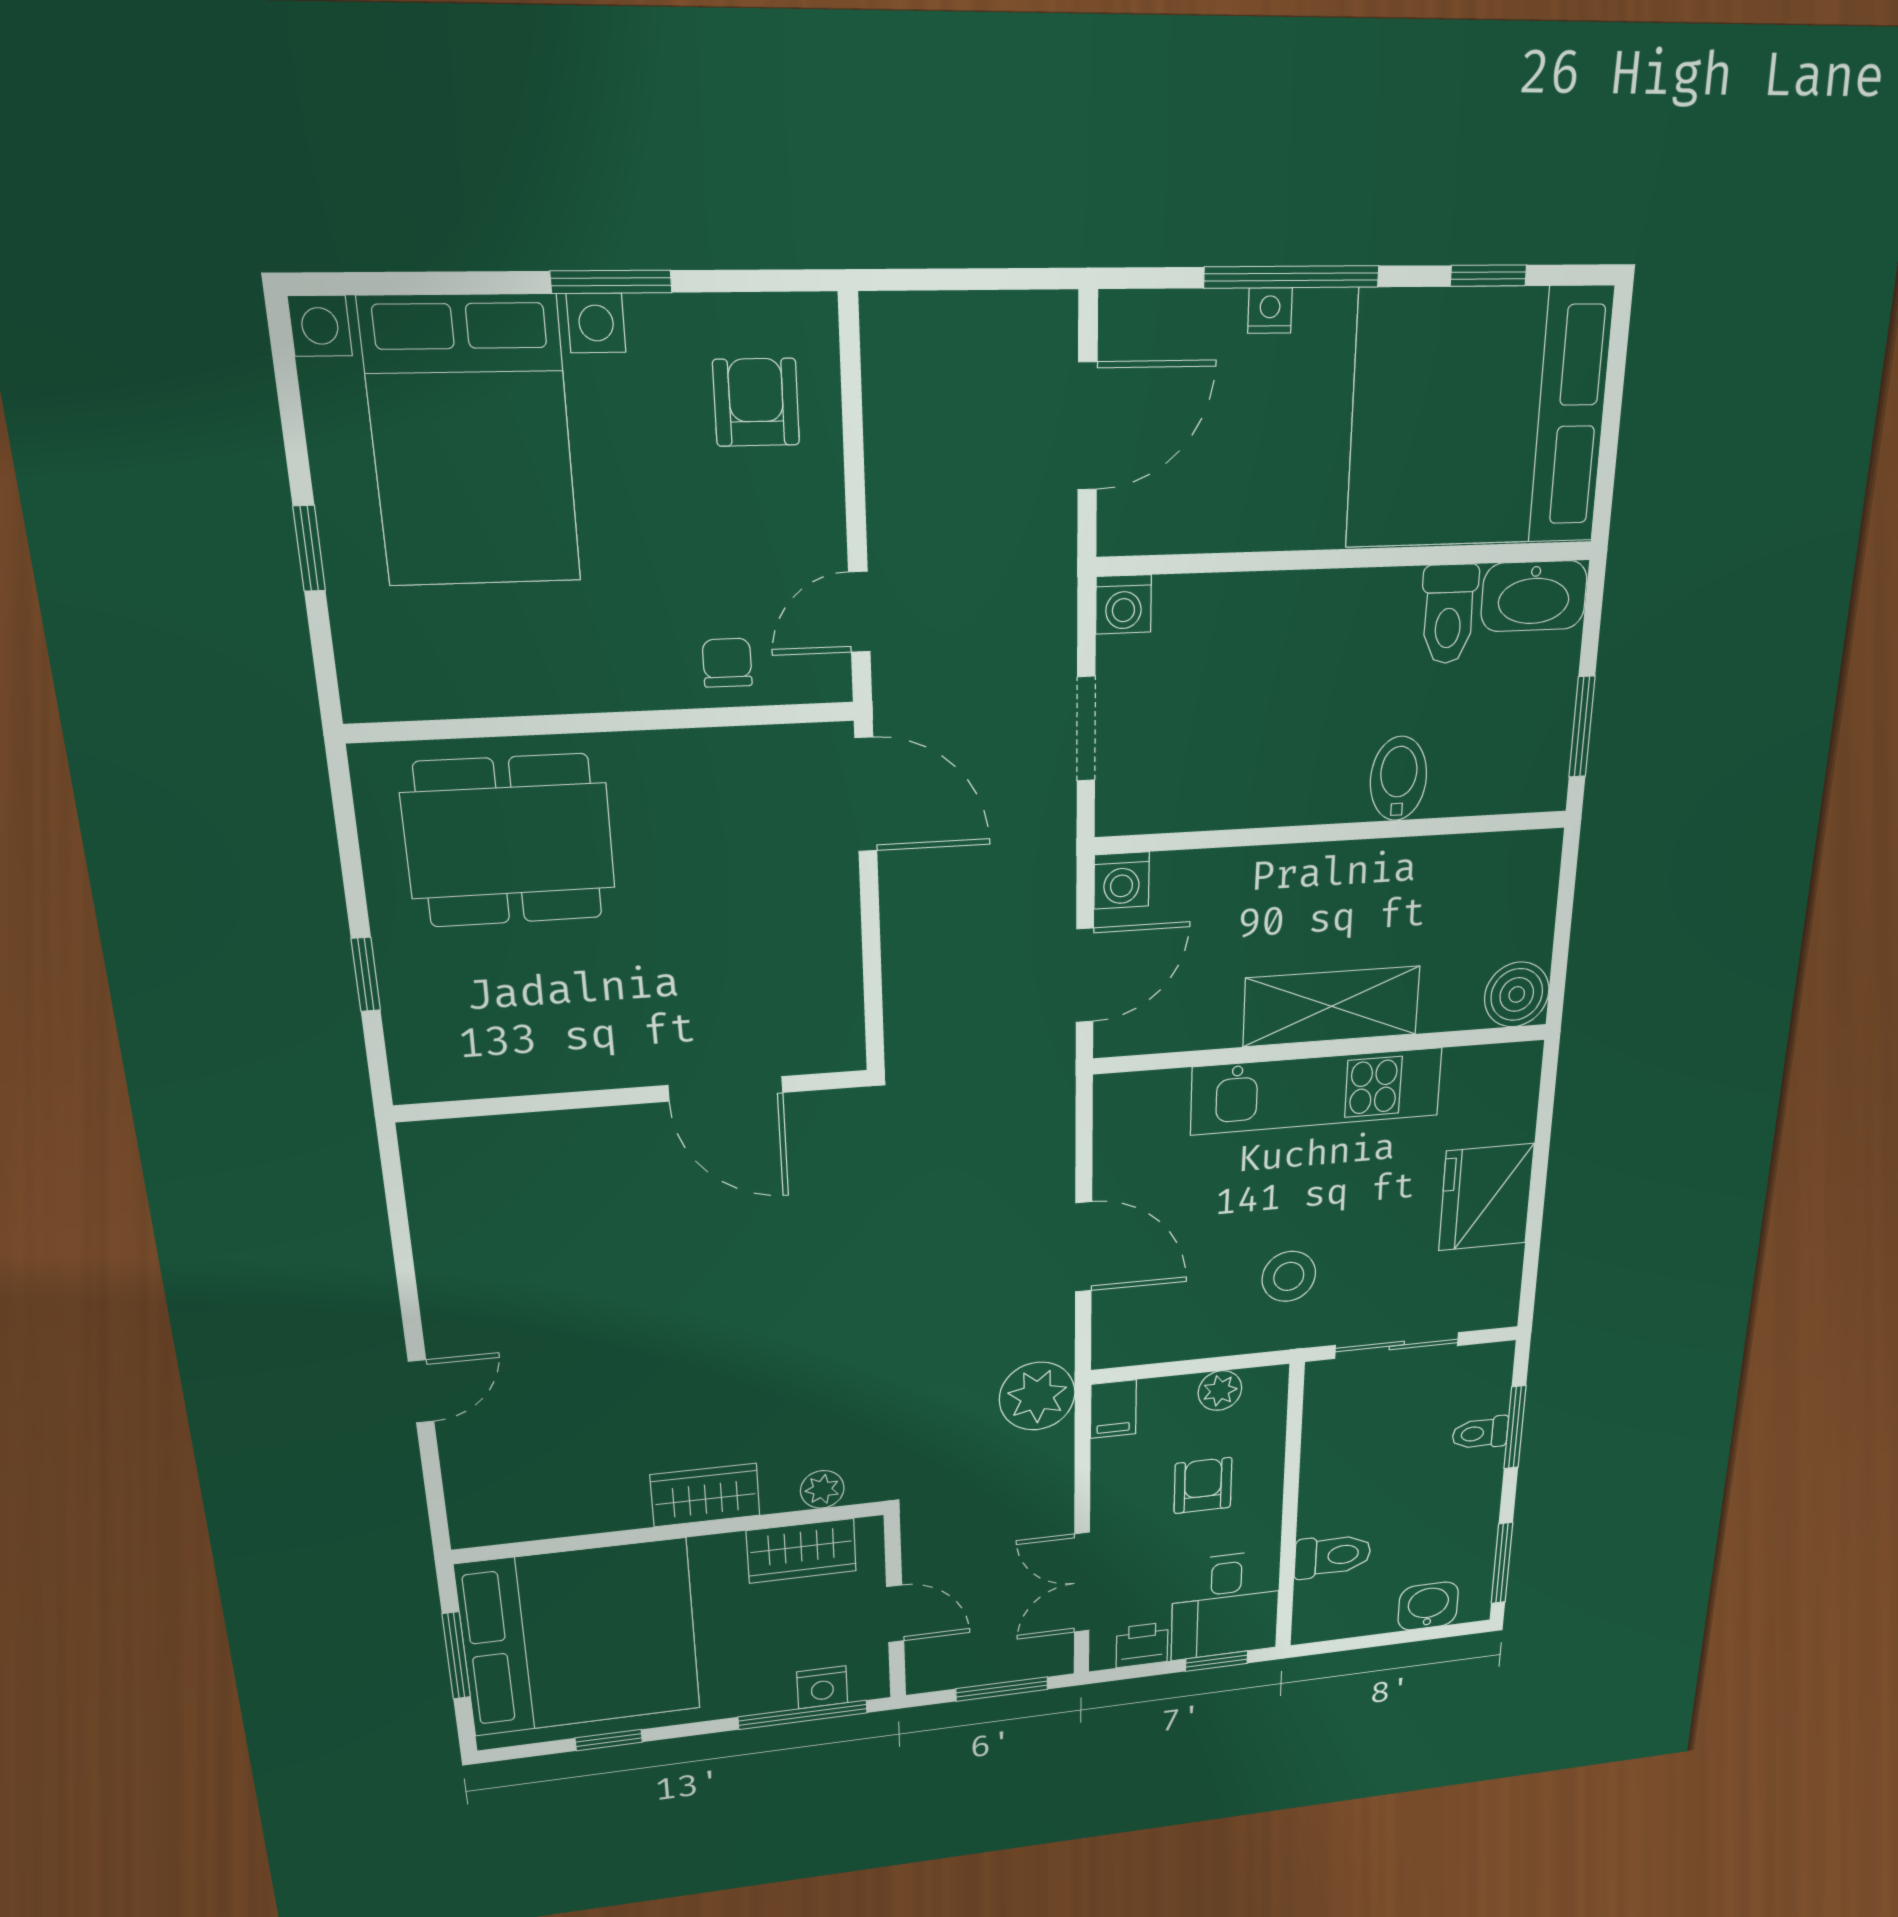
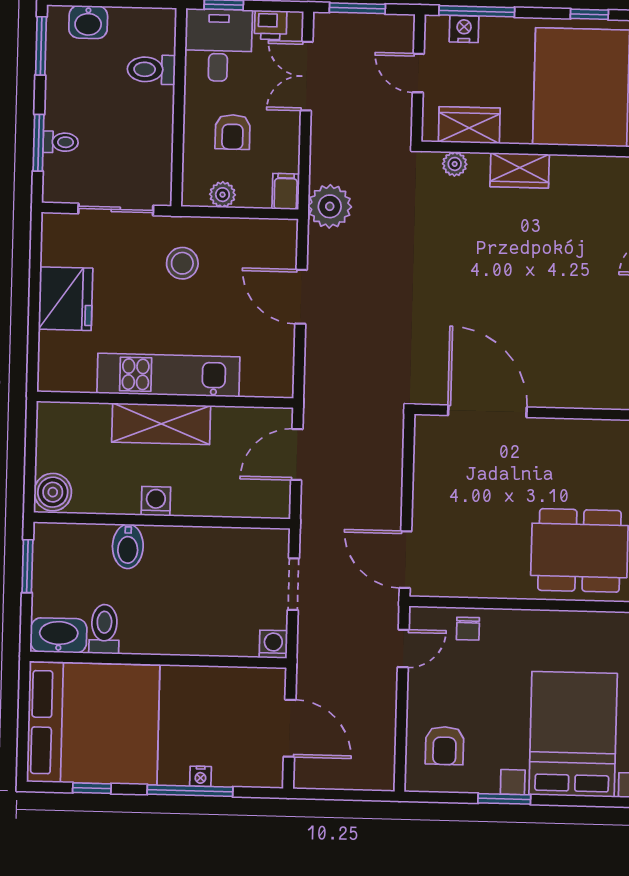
door: (1088, 426) -> (290, 728), swing flipped
washing machine: (1122, 880) -> (156, 501), moved
boiler: (1517, 994) -> (53, 492), moved
door: (726, 1089) -> (487, 411), width x1.36
double door: (1082, 1583) -> (307, 76), swing flipped

